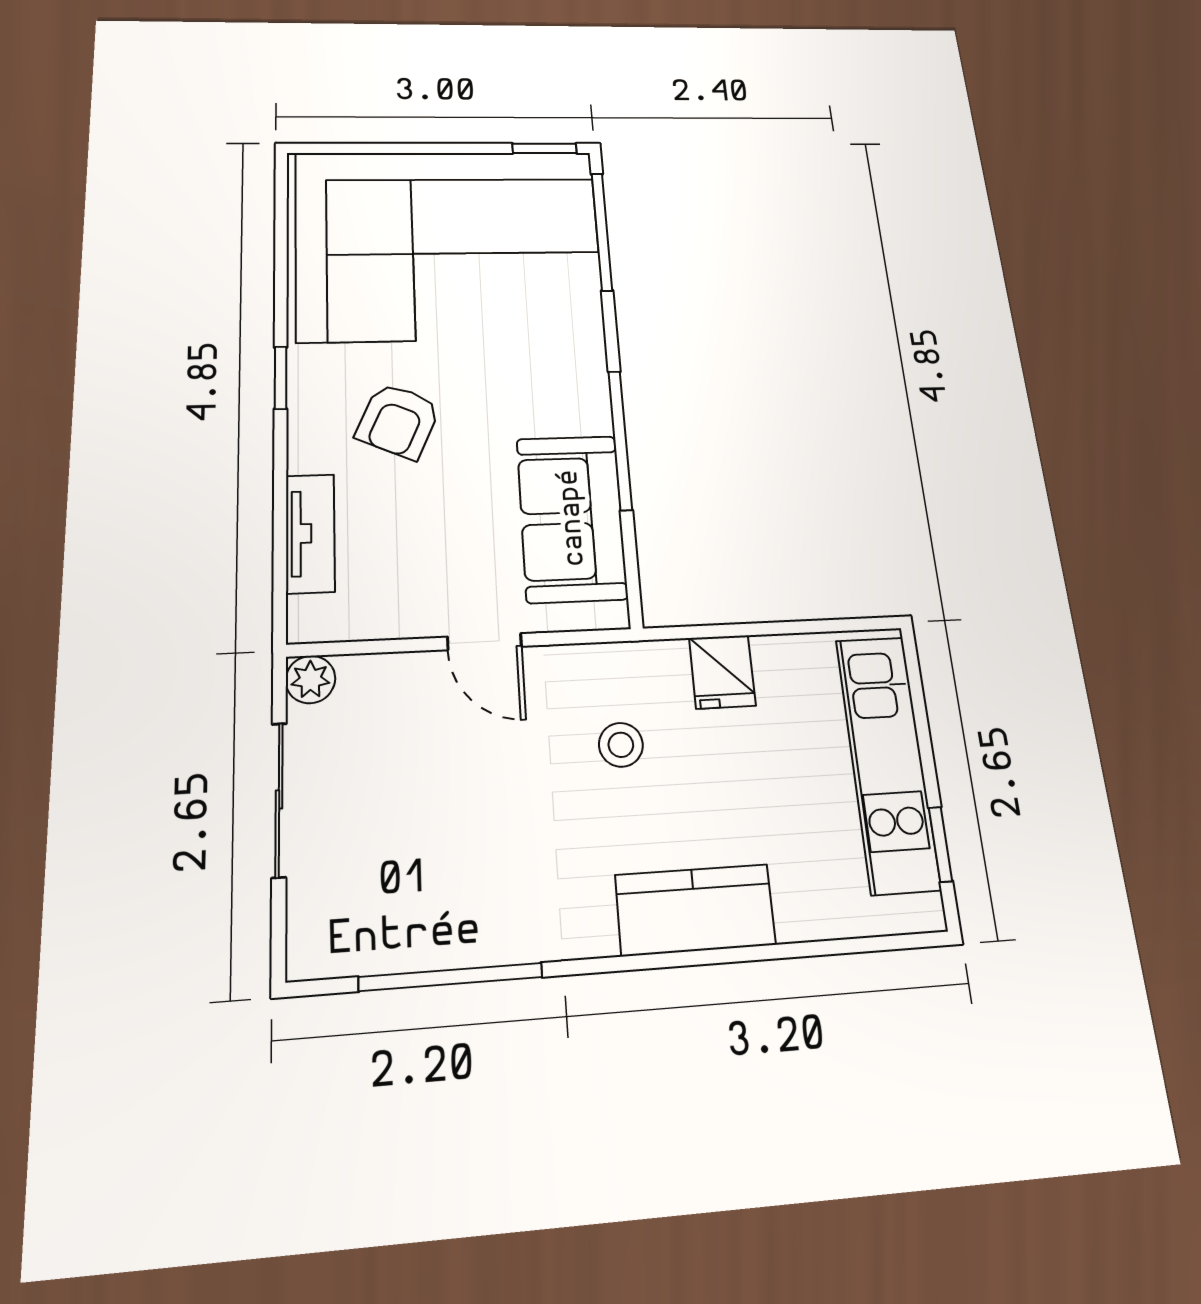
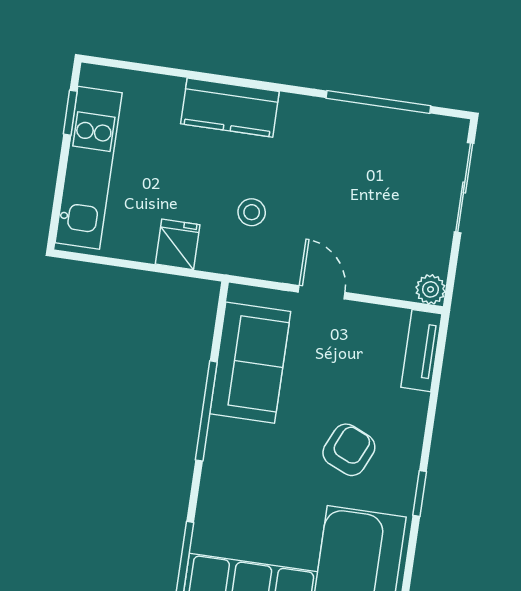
tv unit: (310, 533) -> (421, 351), moved
sliding door: (279, 799) -> (464, 188), moved

